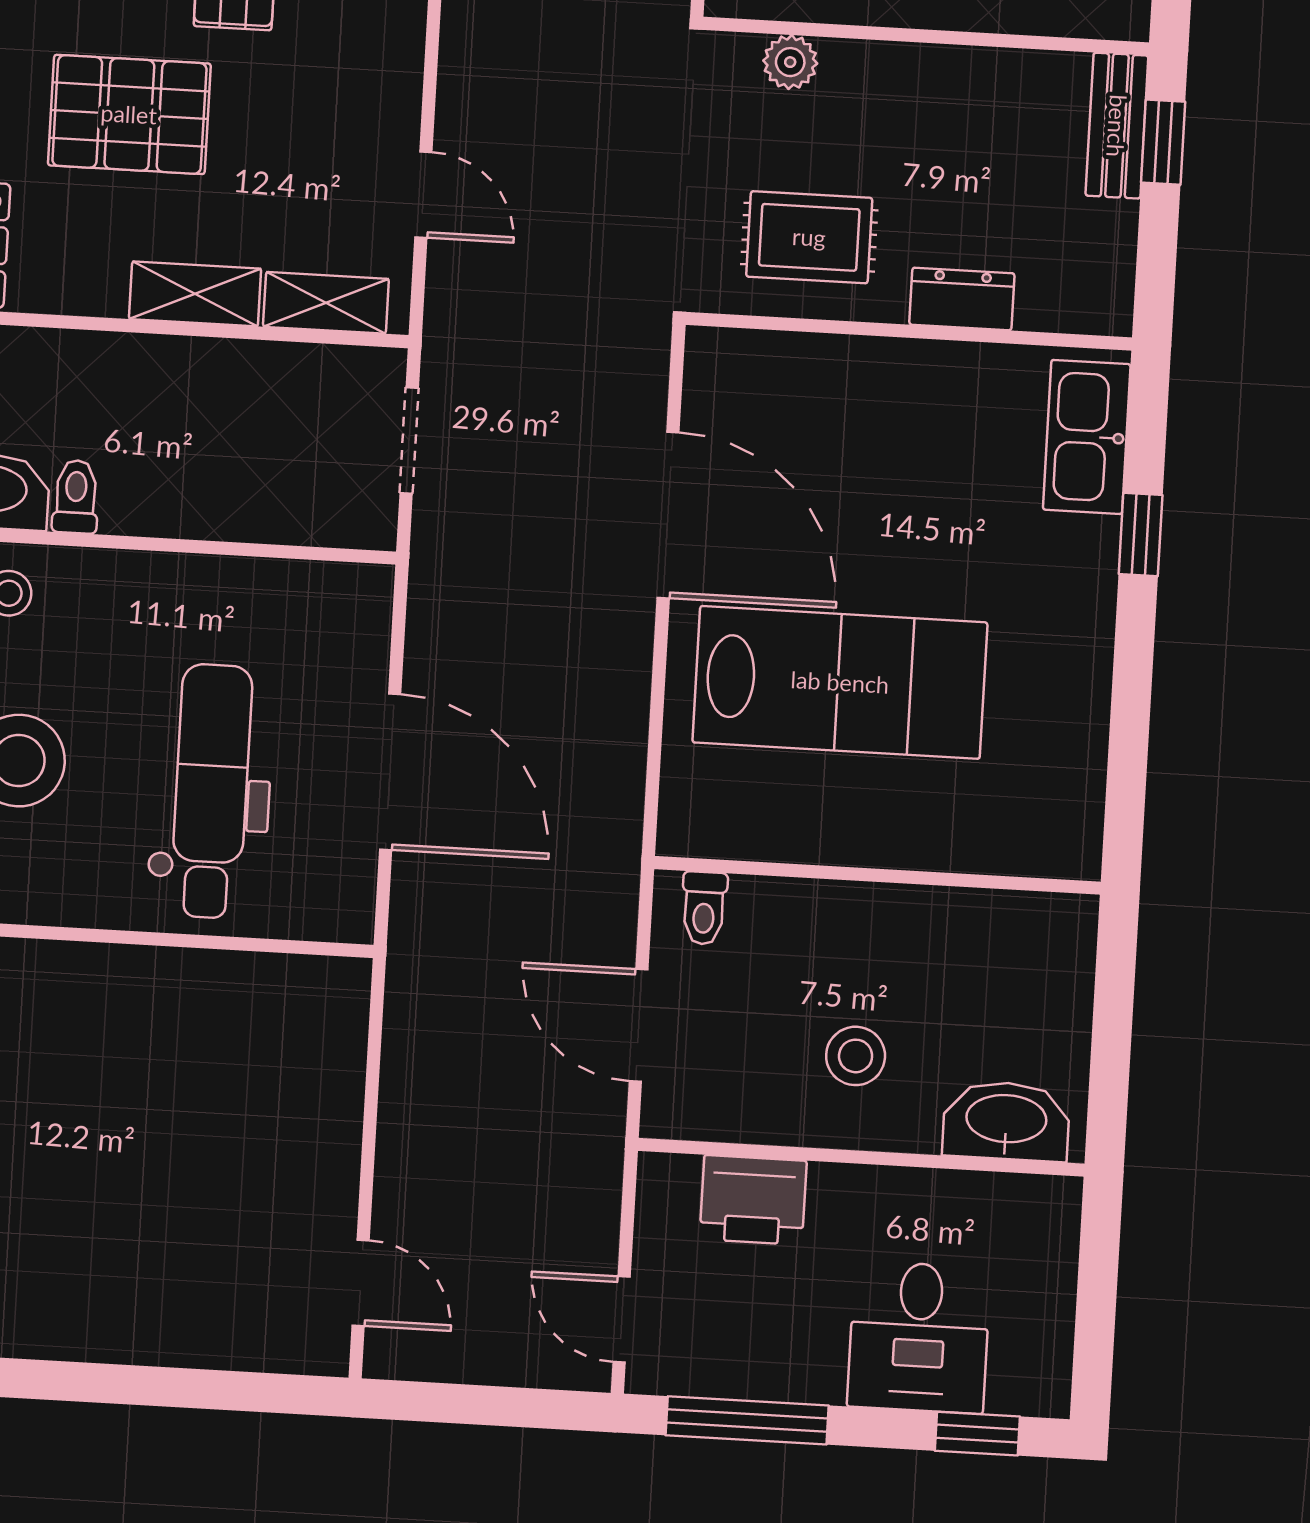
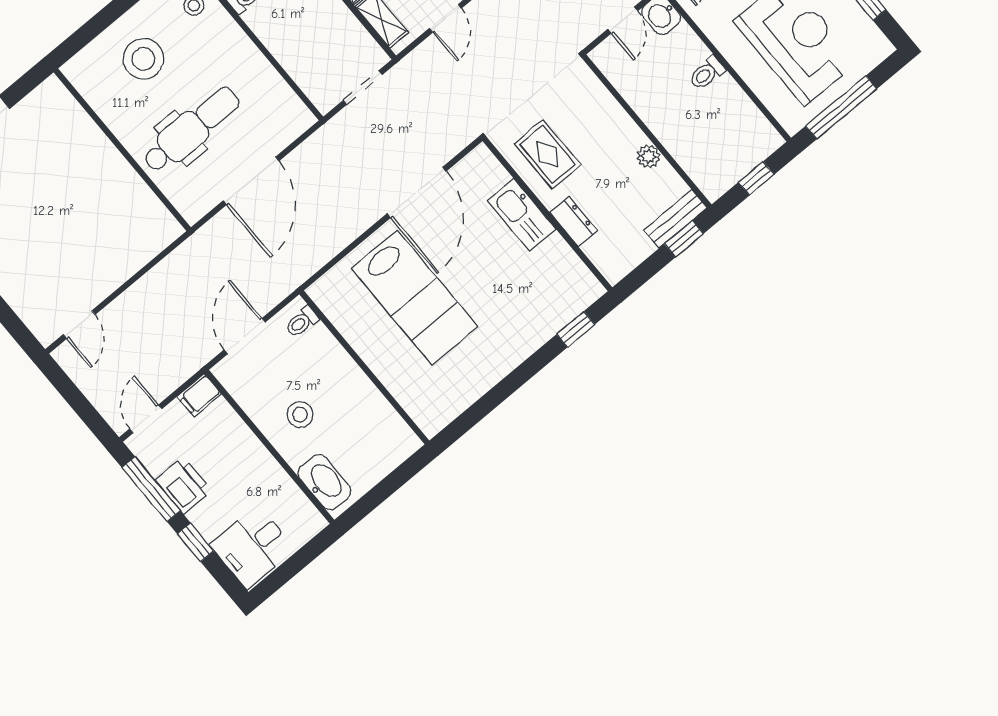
plant: (790, 62) -> (649, 156), moved
kitchen sink: (1087, 437) -> (522, 215), moved, turned -90
window: (1141, 534) -> (576, 329), moved
filing cabinet: (666, 1194) -> (199, 395), added
printer: (753, 1200) -> (183, 485), moved, turned 180
desk: (919, 1337) -> (253, 547), moved
window: (977, 1434) -> (196, 542), moved

